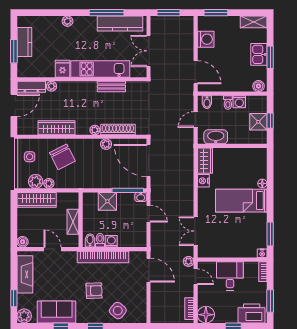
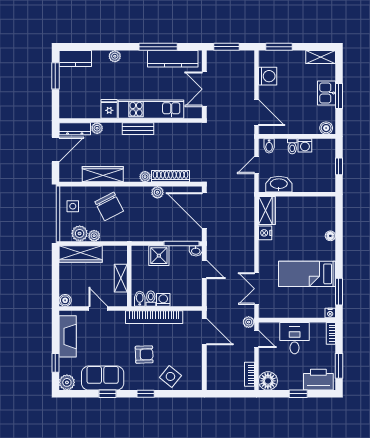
kitchen counter: (24, 42) -> (75, 58), moved, turned 90
window: (14, 51) -> (55, 76), moved
bench: (111, 87) -> (138, 129), moved
shower: (258, 122) -> (326, 168), removed
bed: (241, 201) -> (307, 274), moved

